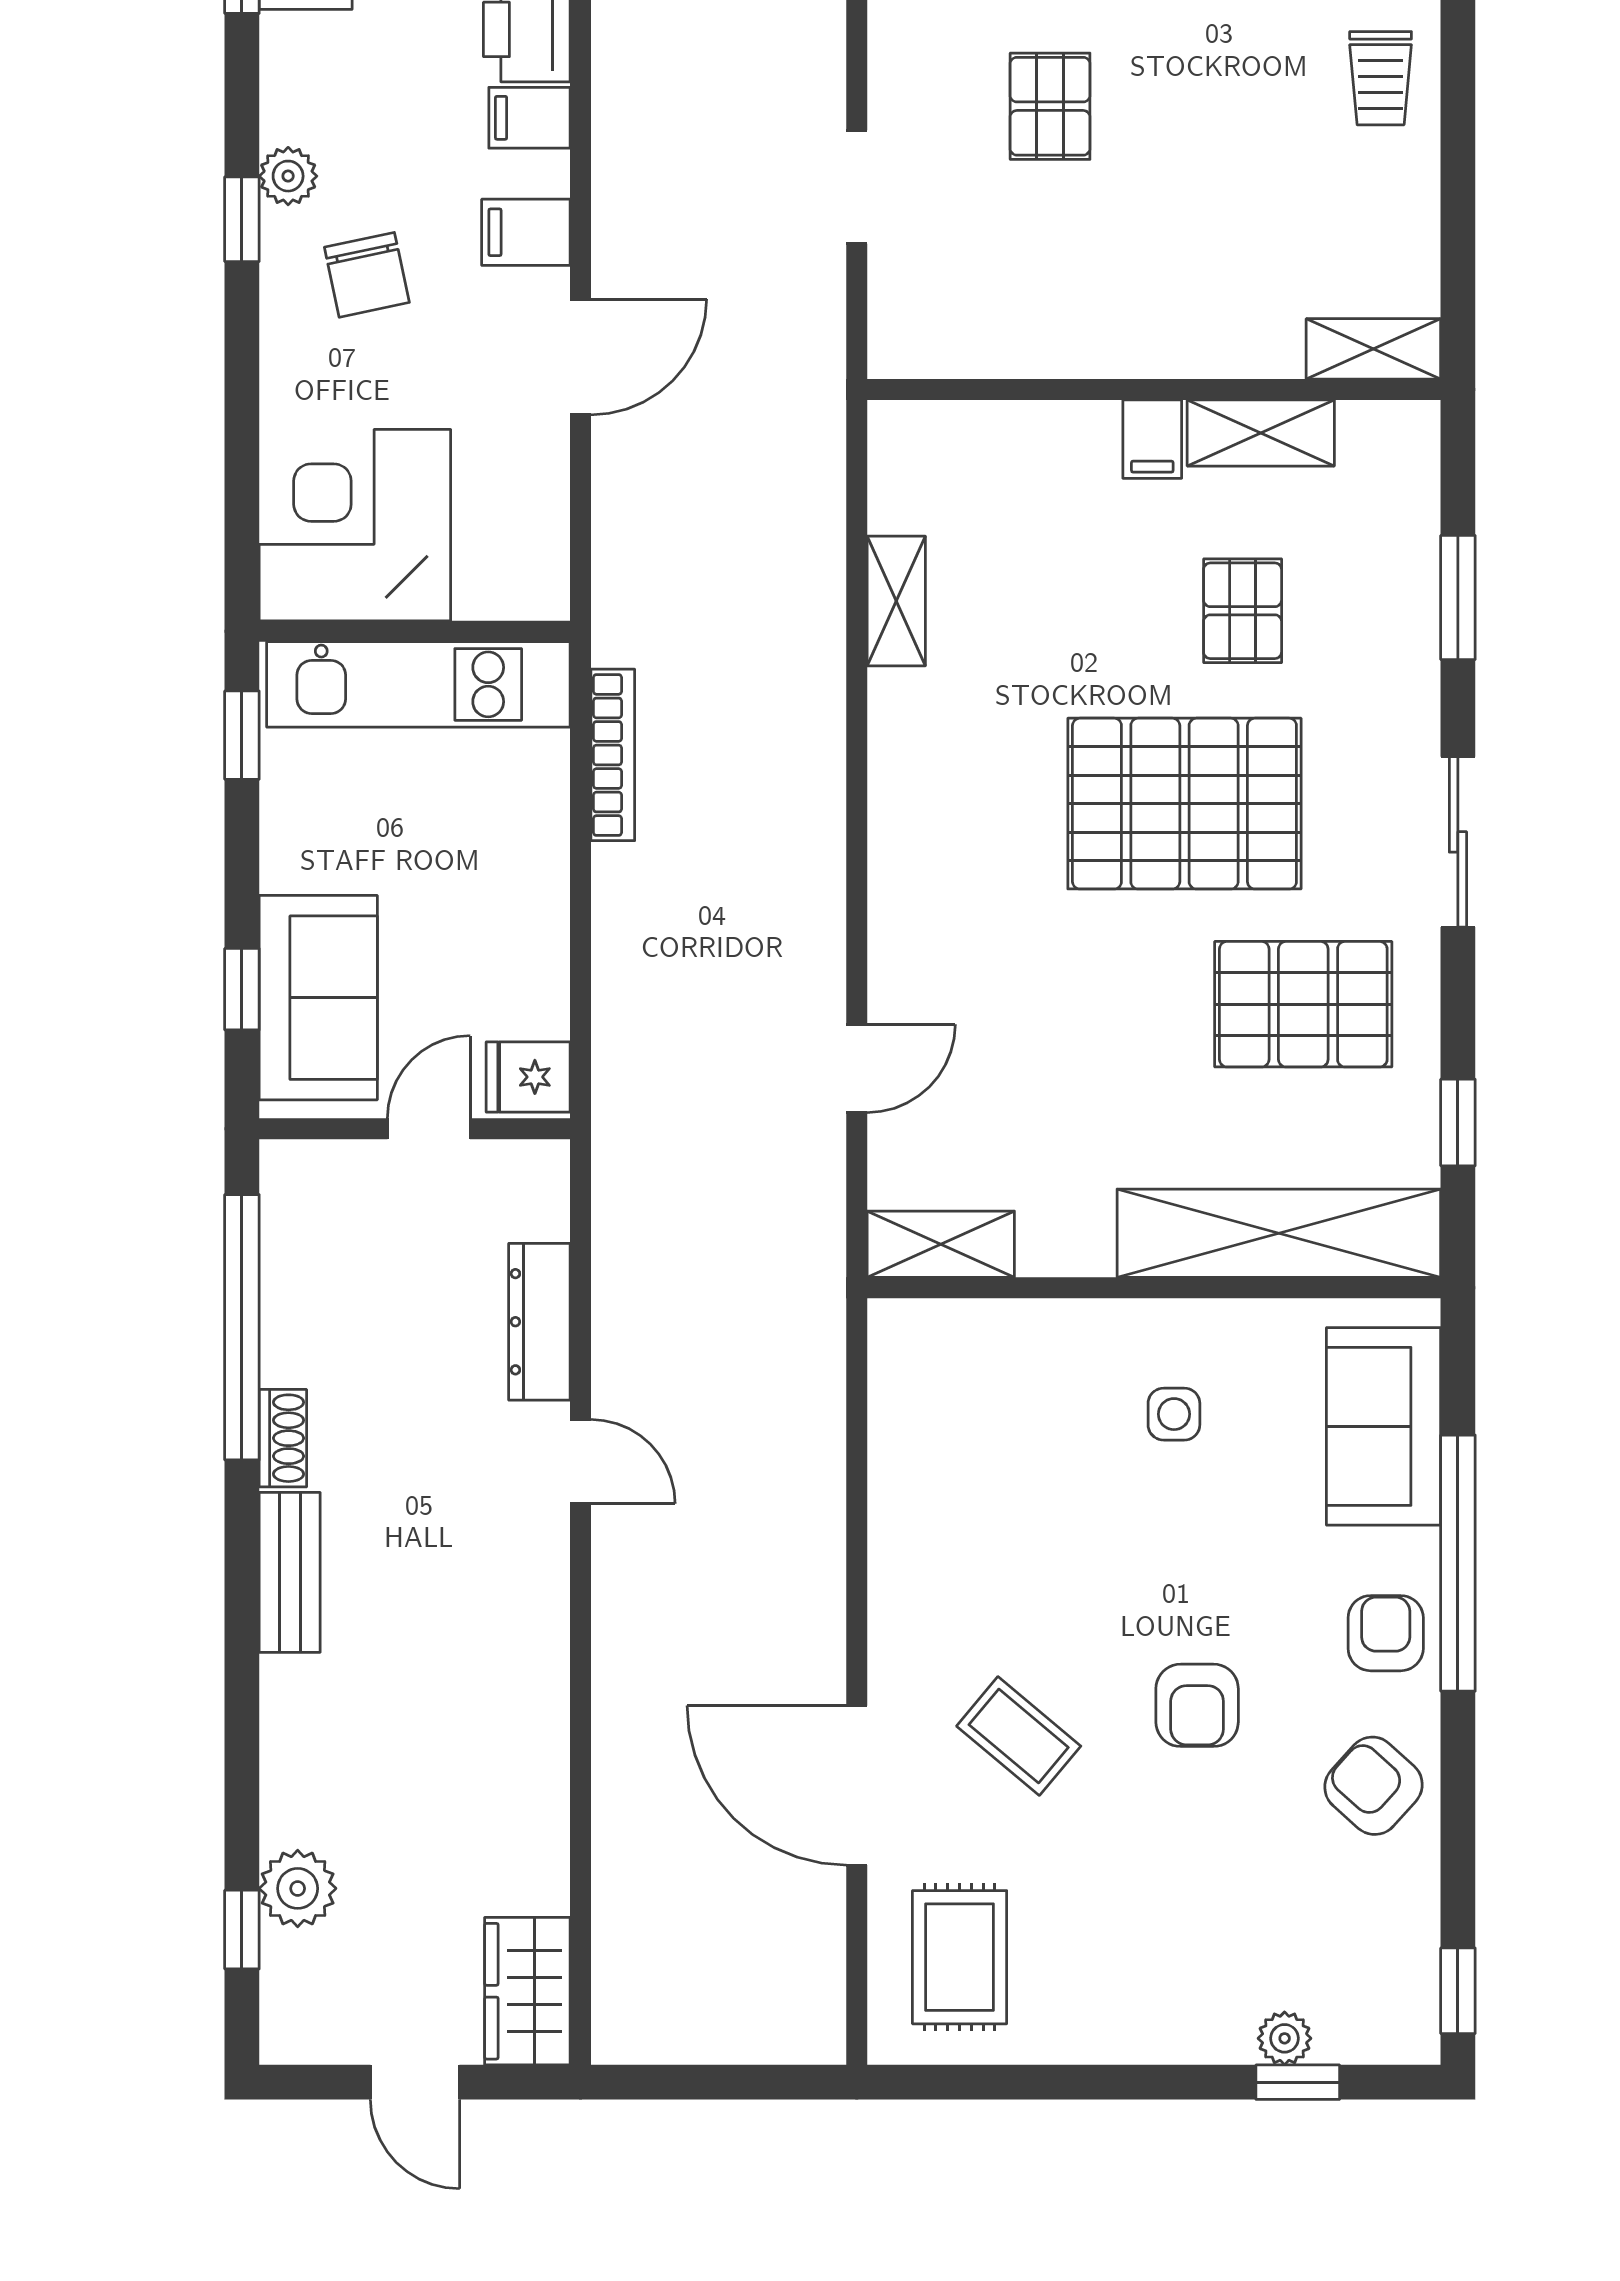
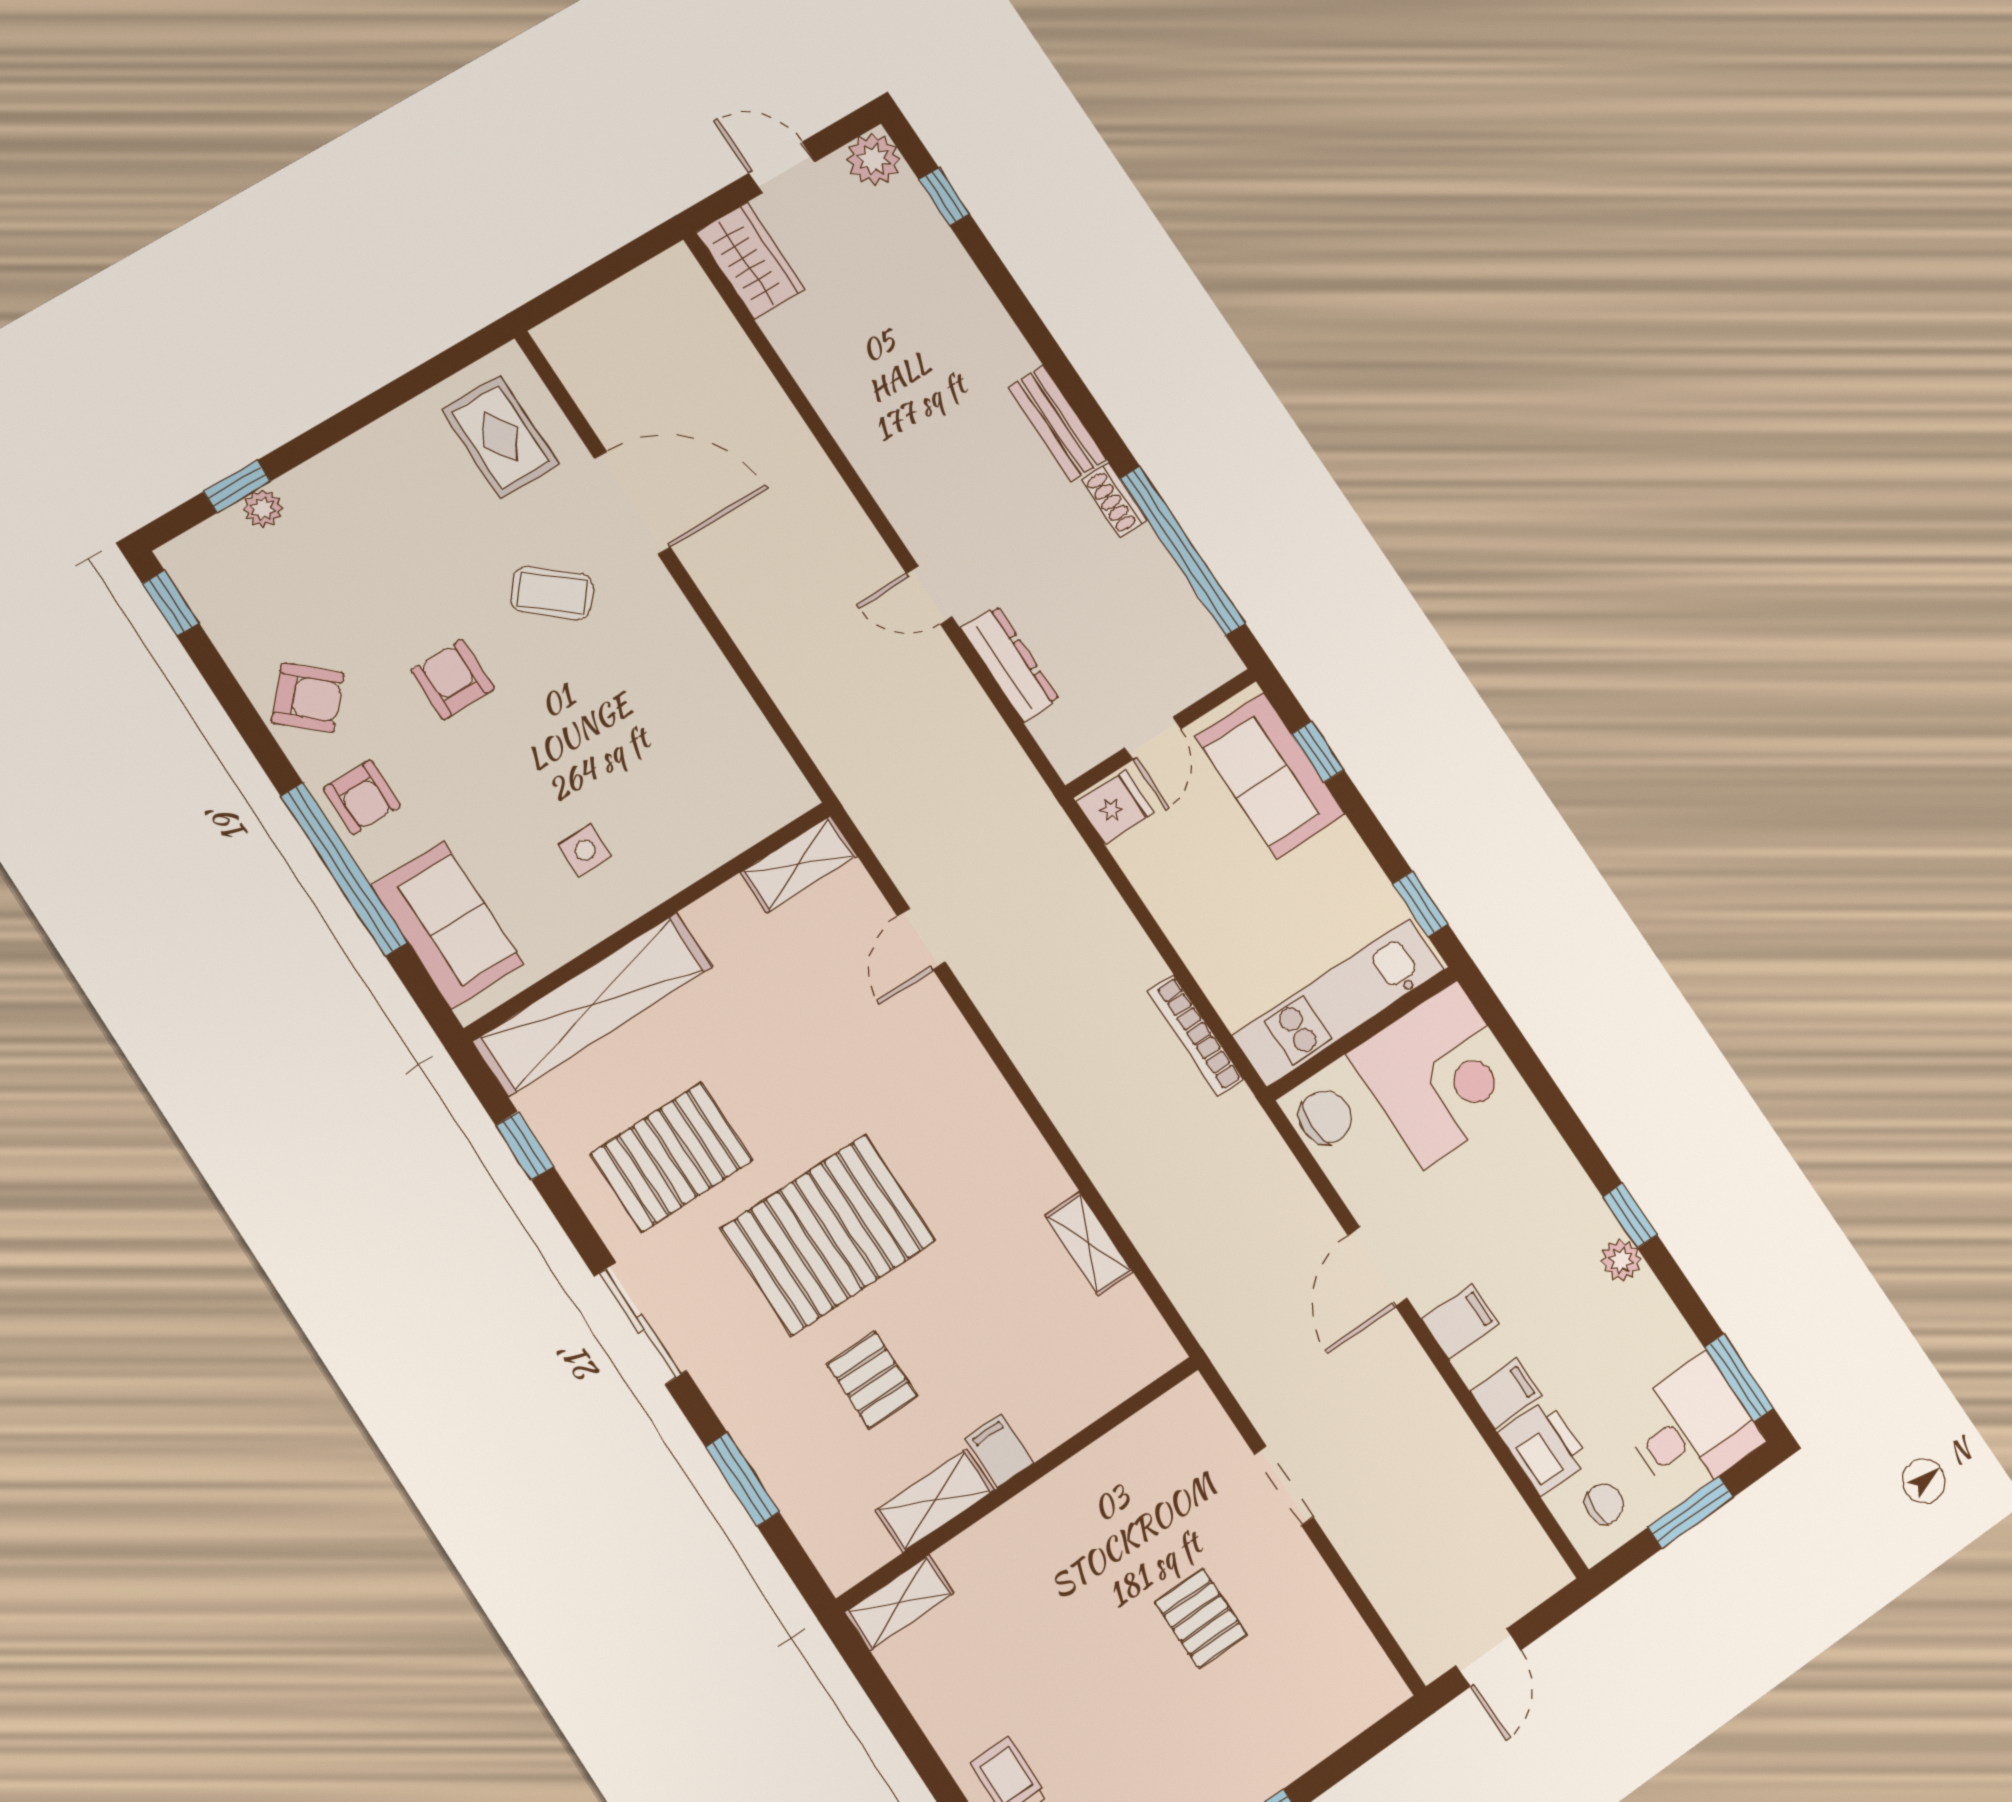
chair: (367, 275) -> (1325, 1117), moved, turned 102
plant: (298, 1888) -> (873, 159), moved

